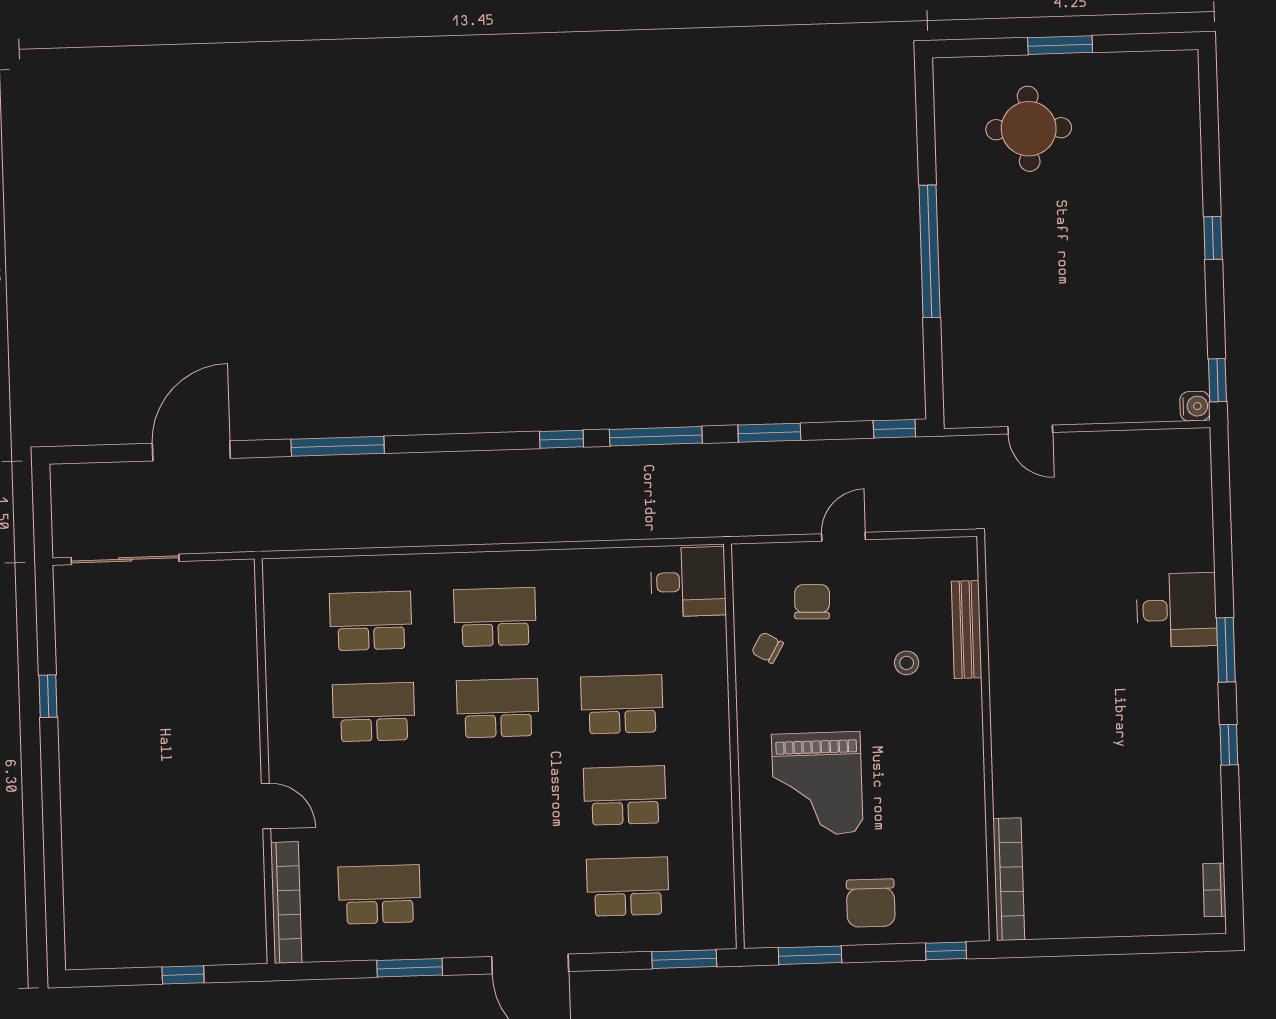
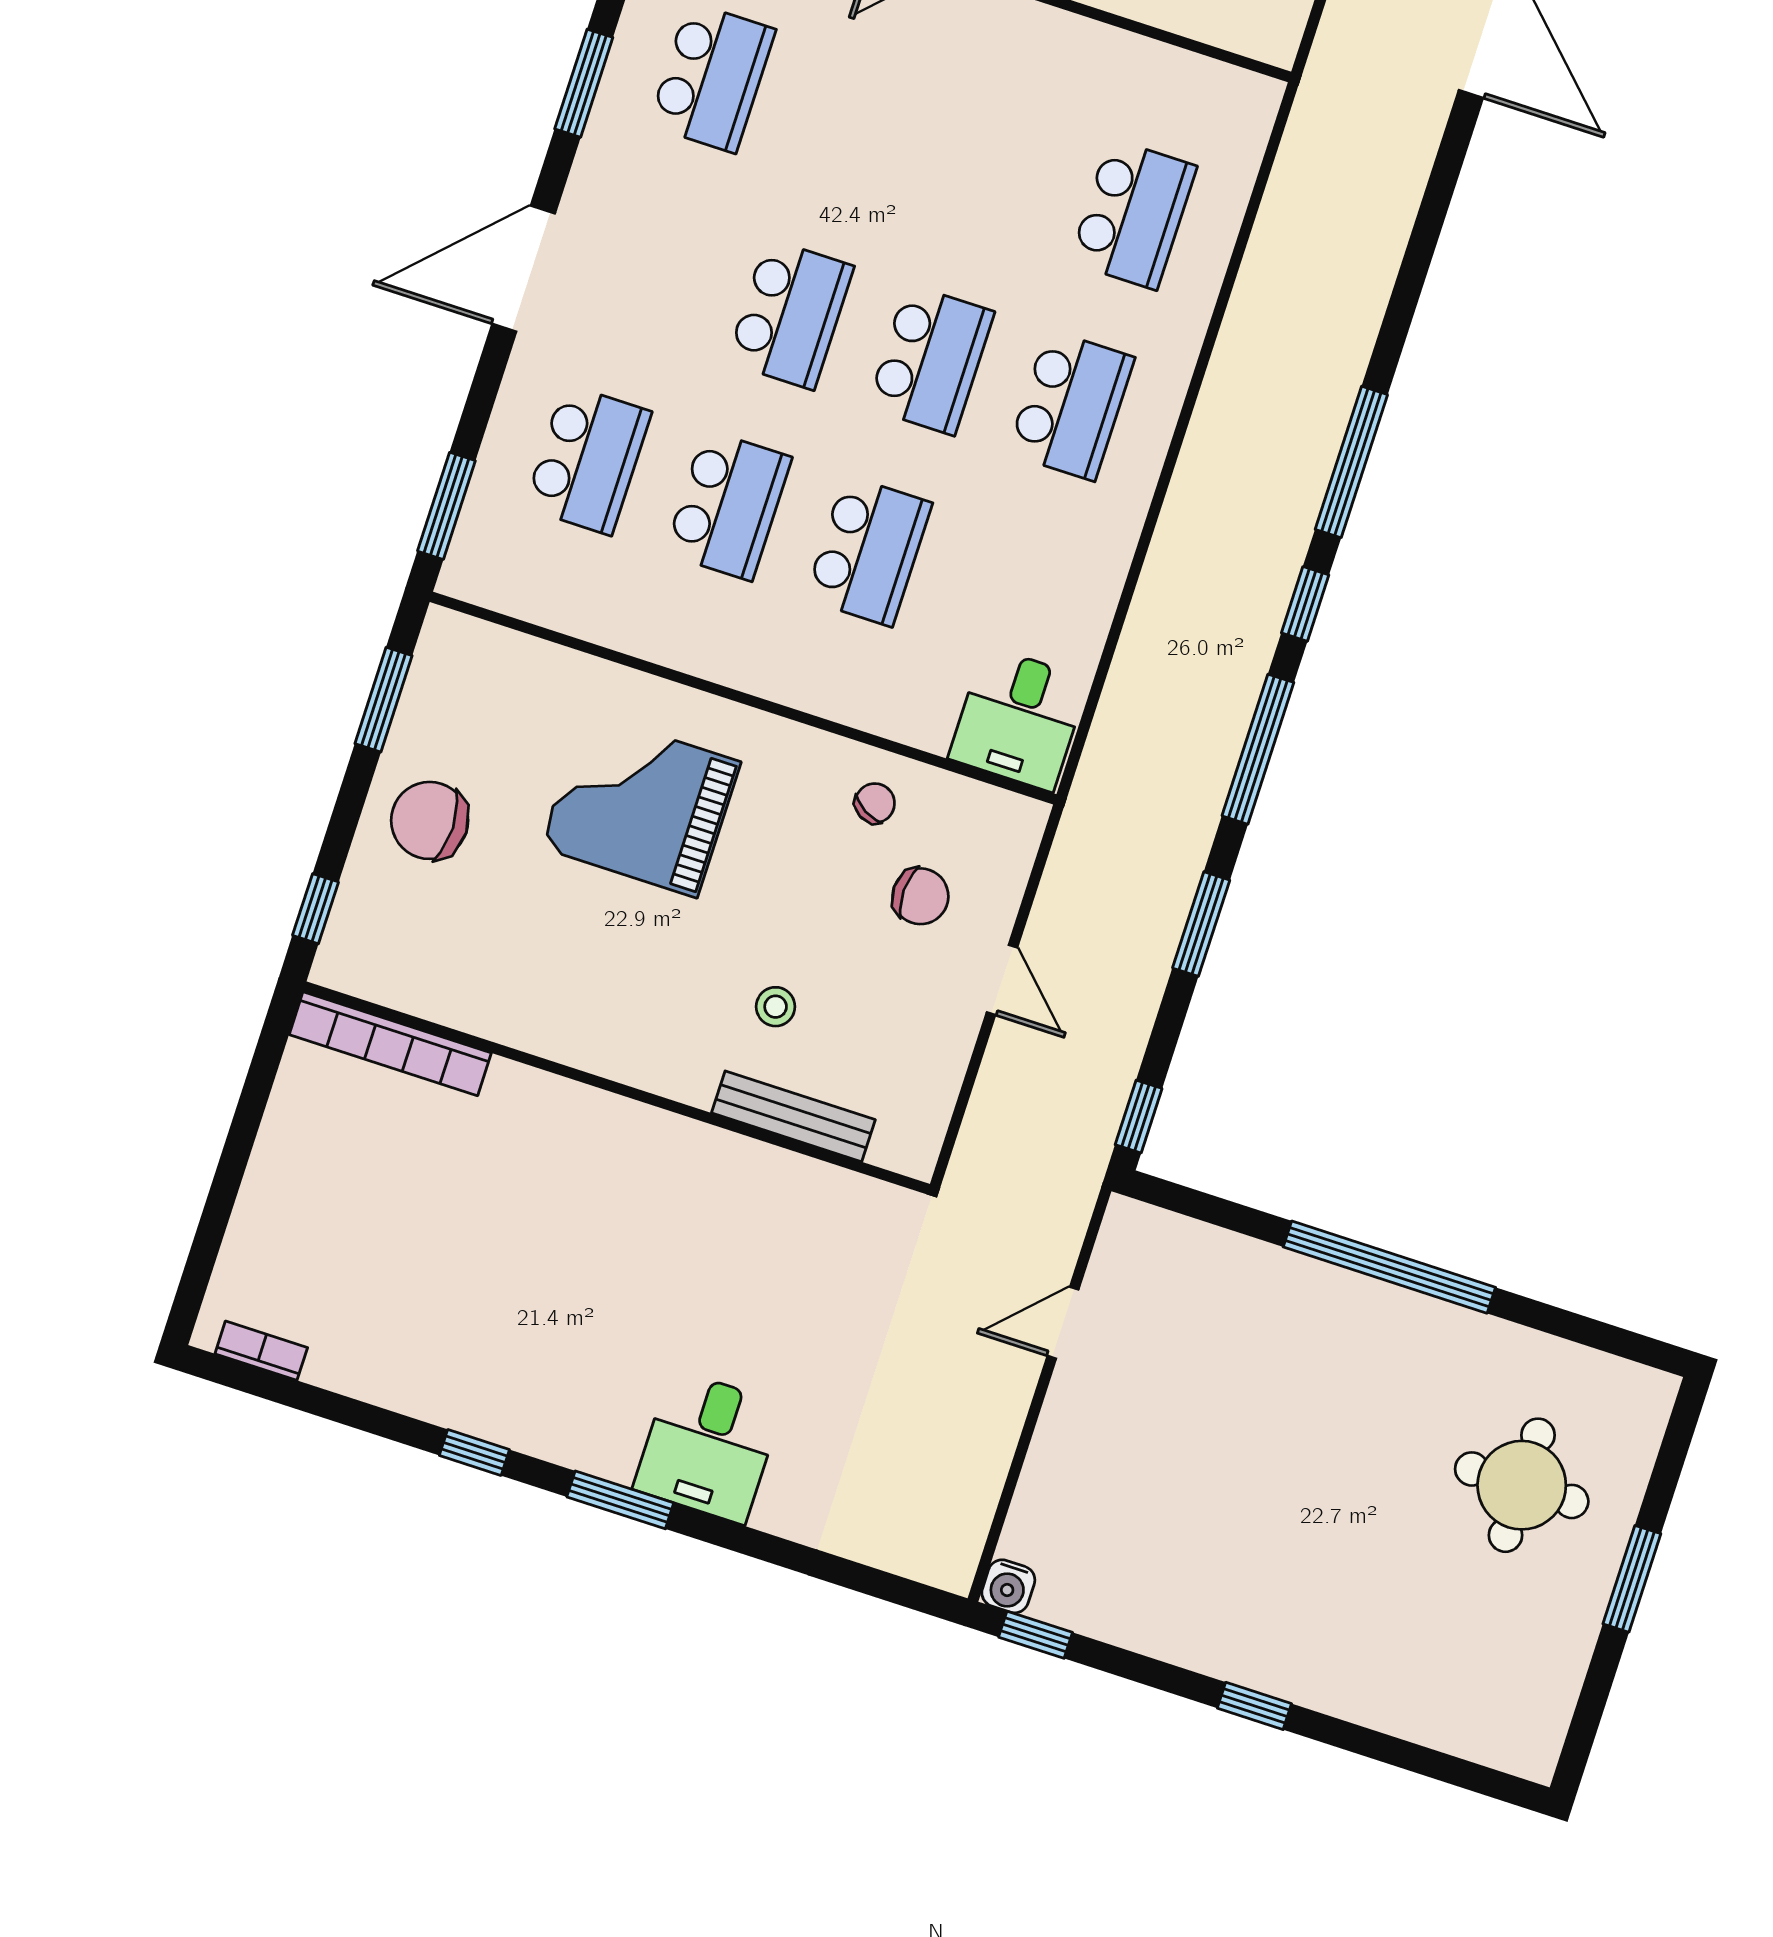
window: (338, 446) -> (1351, 462), moved
school desk: (374, 712) -> (790, 314), moved

